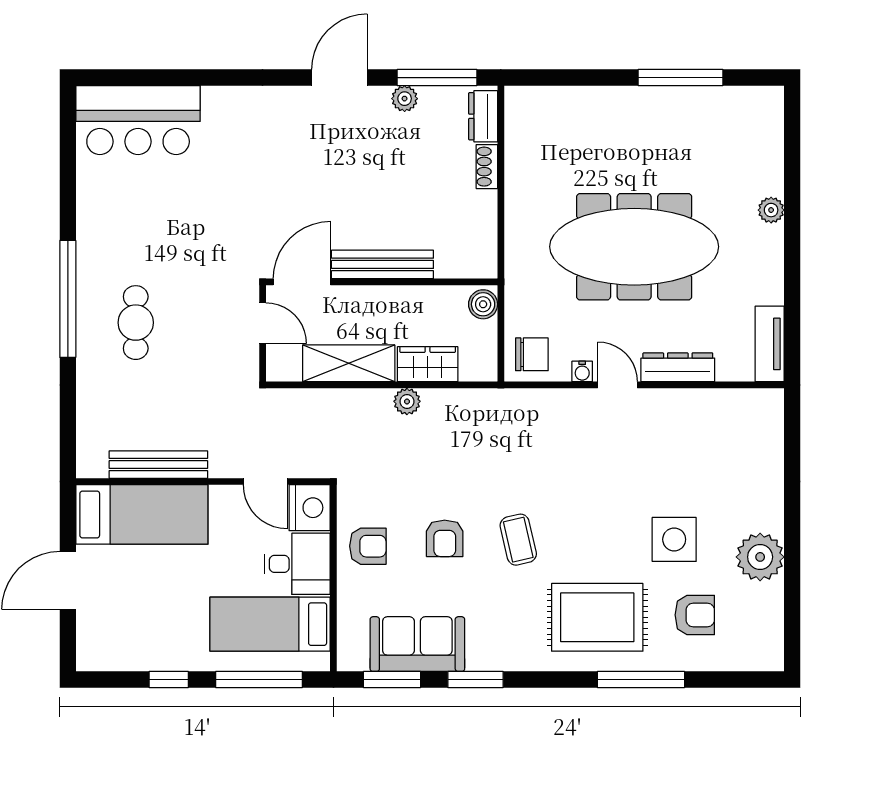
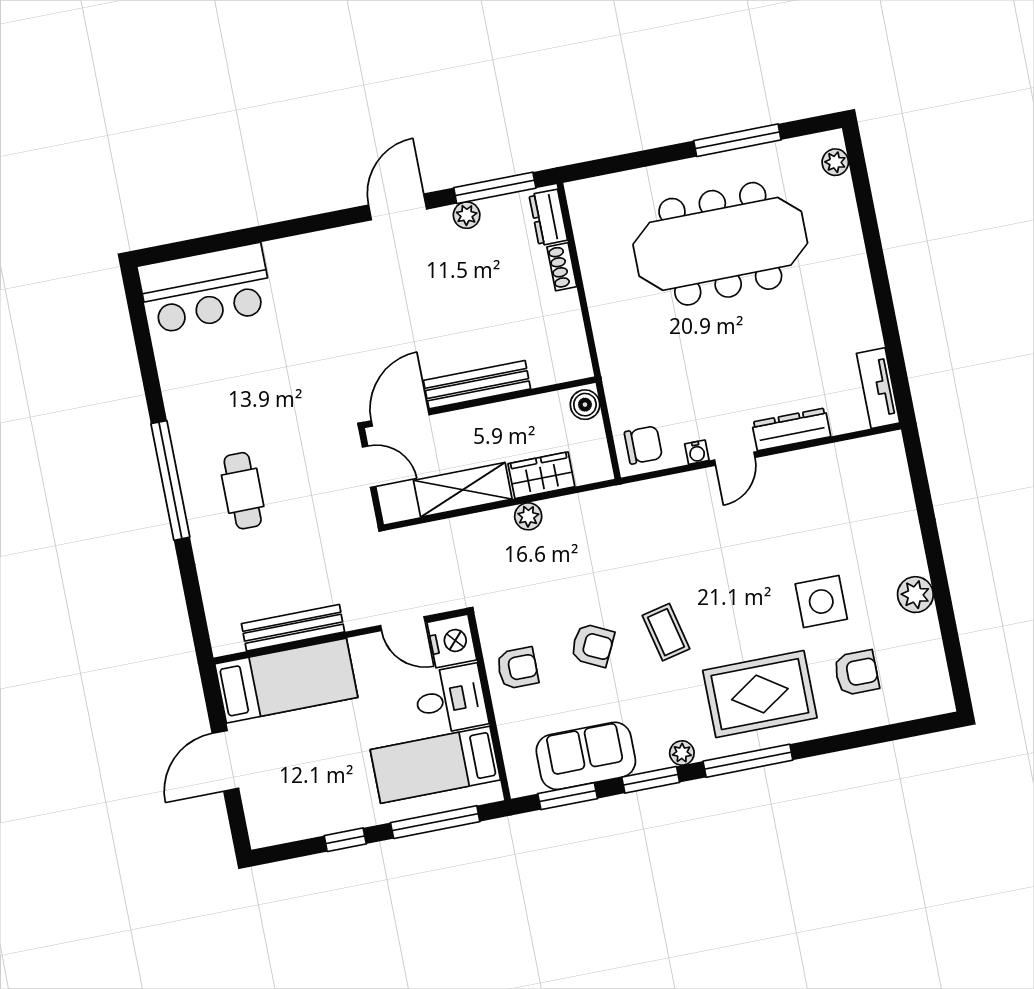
plant: (771, 210) -> (835, 162), moved
meeting table: (634, 247) -> (720, 244), moved
door: (618, 385) -> (735, 459), swing flipped
armchair: (445, 538) -> (593, 645), turned -64
plant: (760, 557) -> (915, 595), width x0.73, depth x0.73
plant: (511, 659) -> (682, 753), added
window: (641, 680) -> (748, 761), moved

